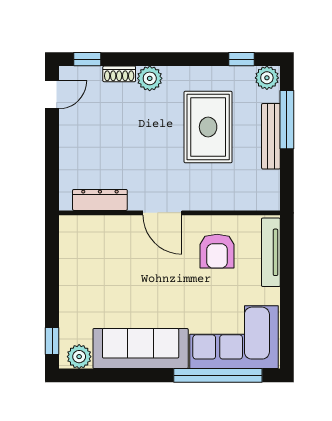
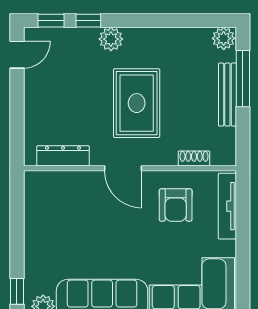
window: (241, 59) -> (88, 21), moved
shoe rack: (119, 74) -> (194, 158), moved, turned 180
rug: (208, 127) -> (137, 103), moved

